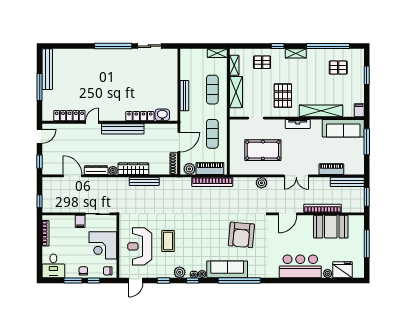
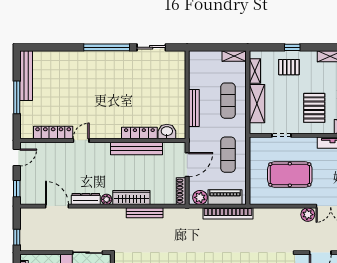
window: (278, 46) -> (292, 47), moved
bench: (123, 129) -> (137, 148), moved
plant: (261, 183) -> (308, 215), moved

